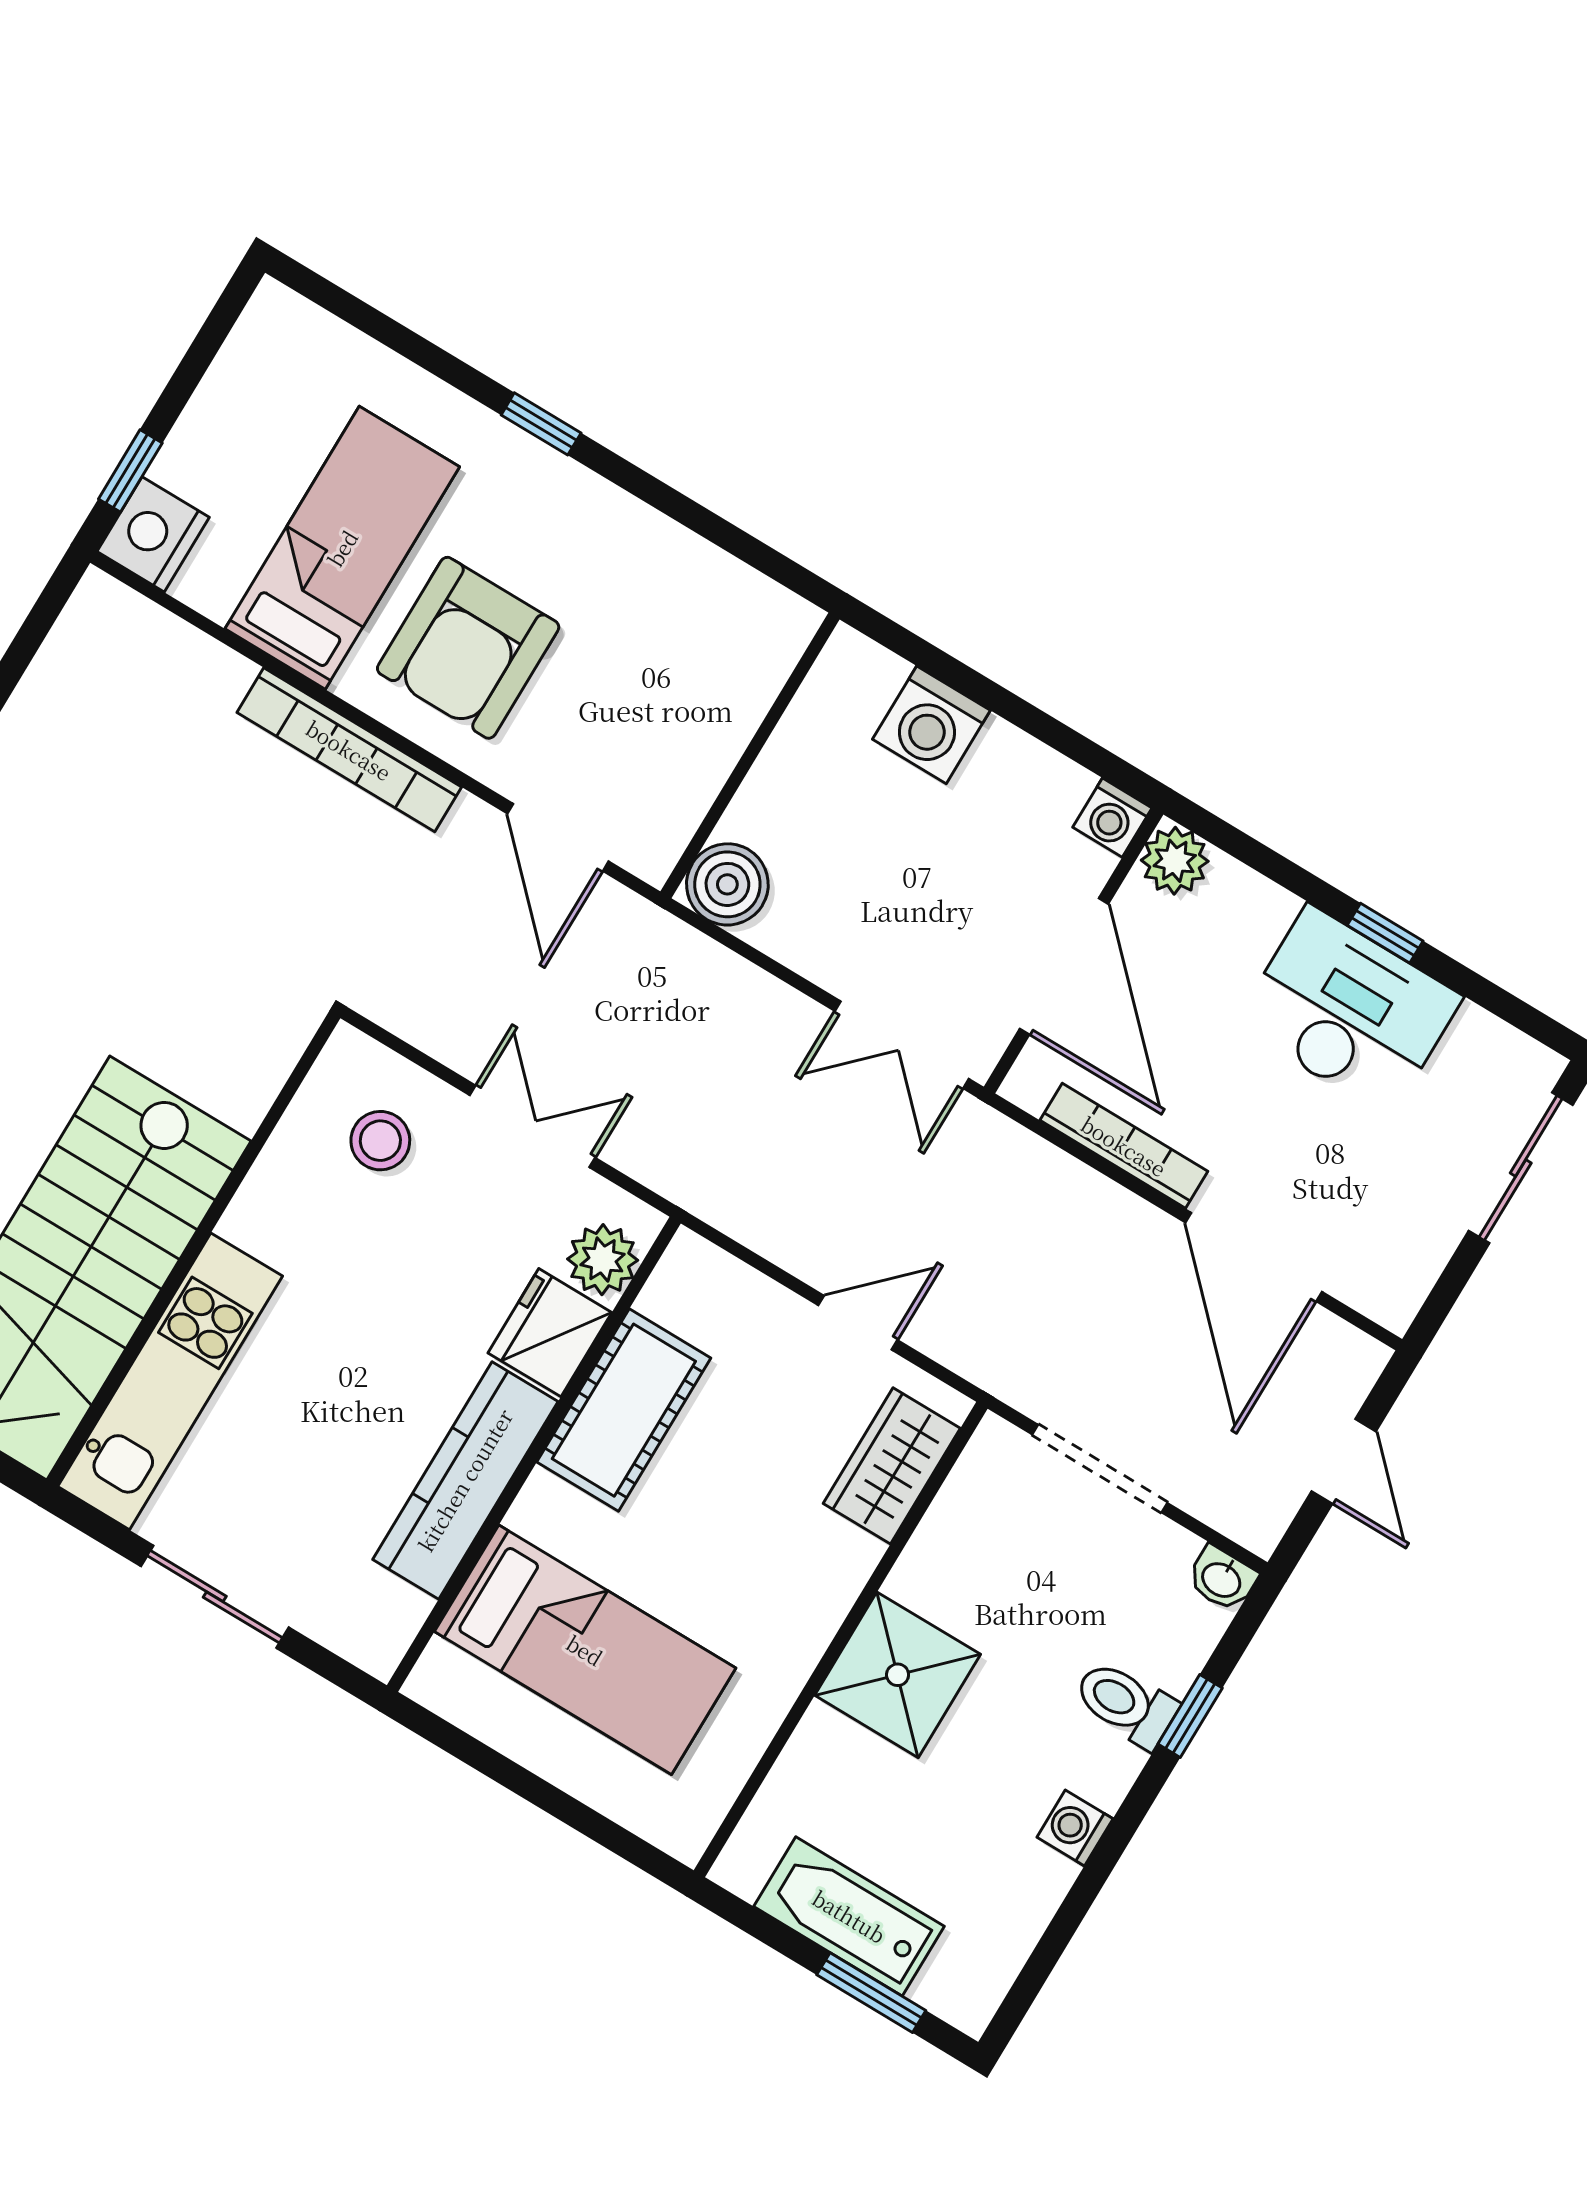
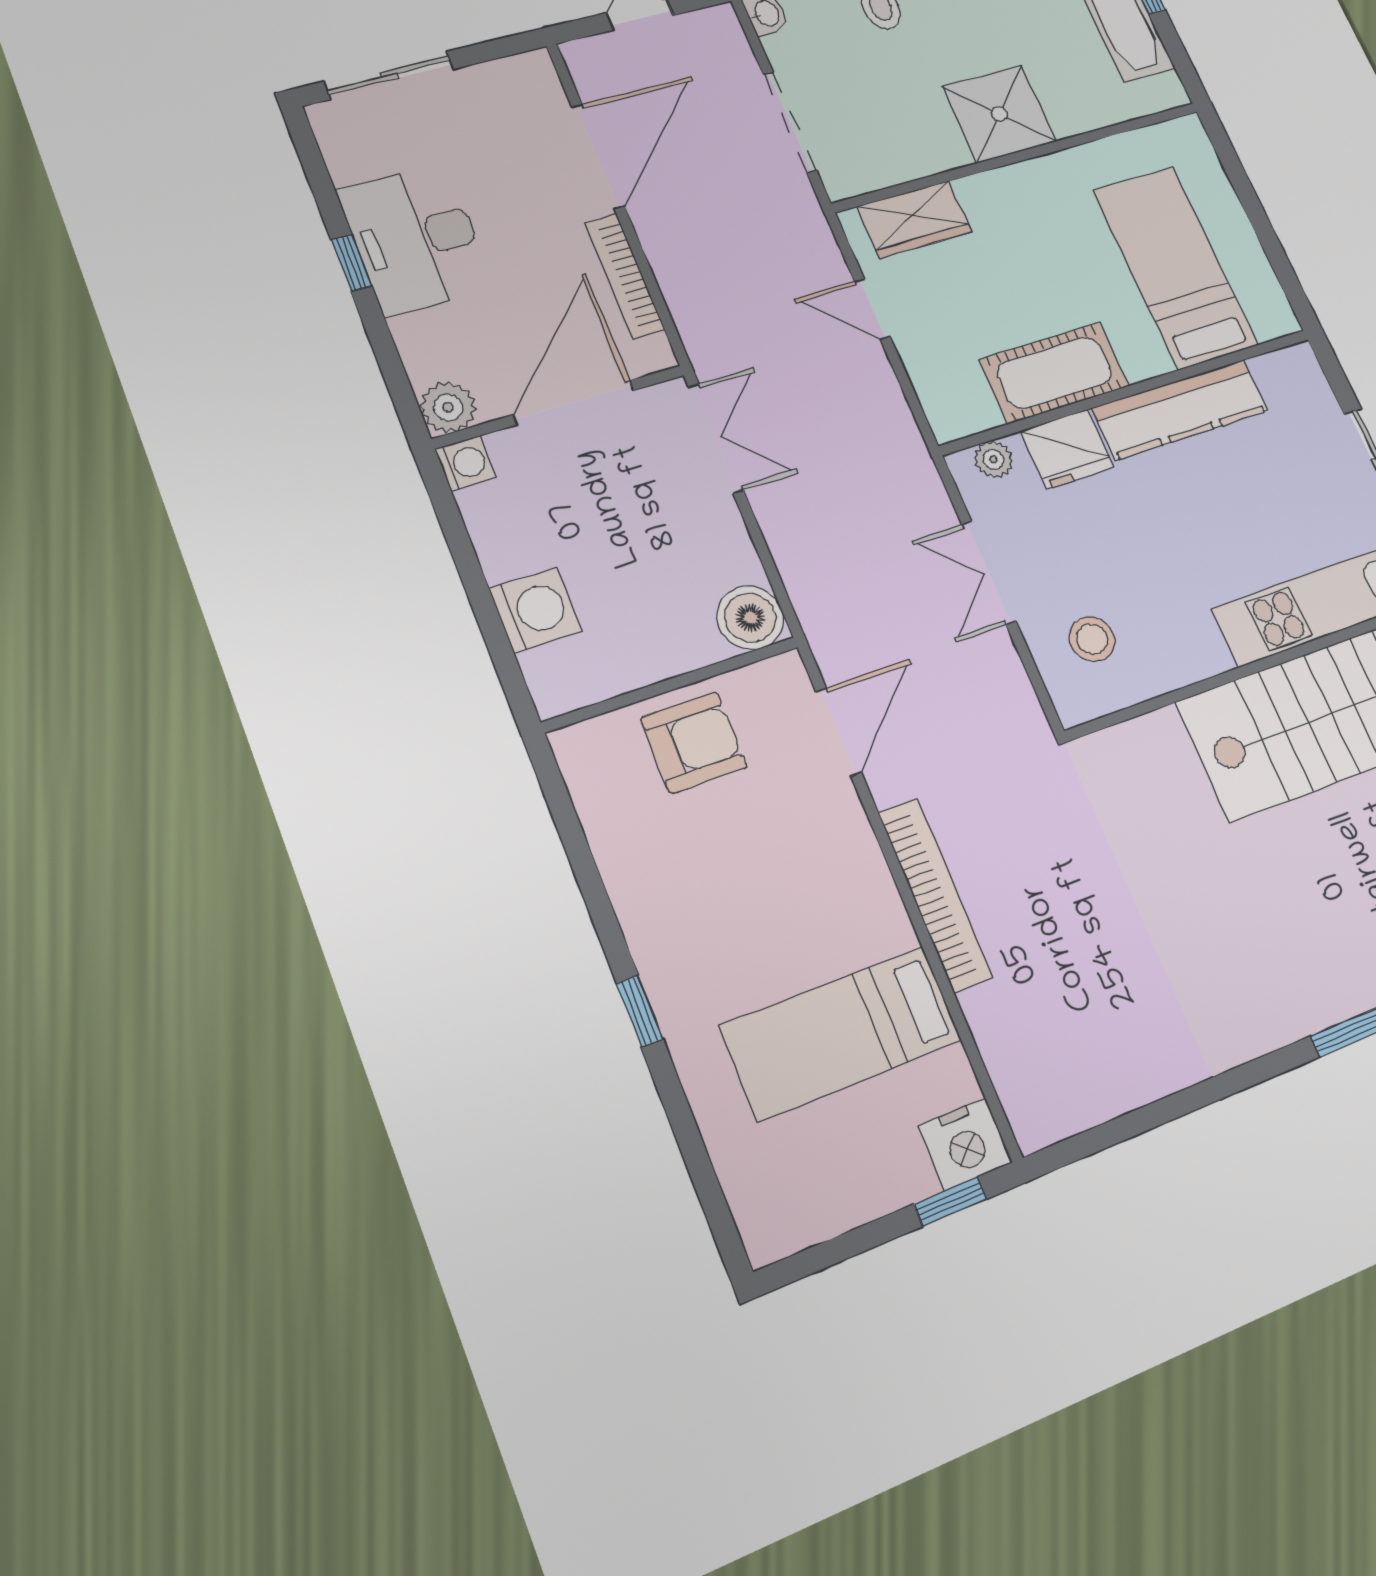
armchair: (468, 648) -> (694, 742), moved, width x0.73, depth x0.73
plant: (603, 1260) -> (993, 459), width x0.73, depth x0.73

